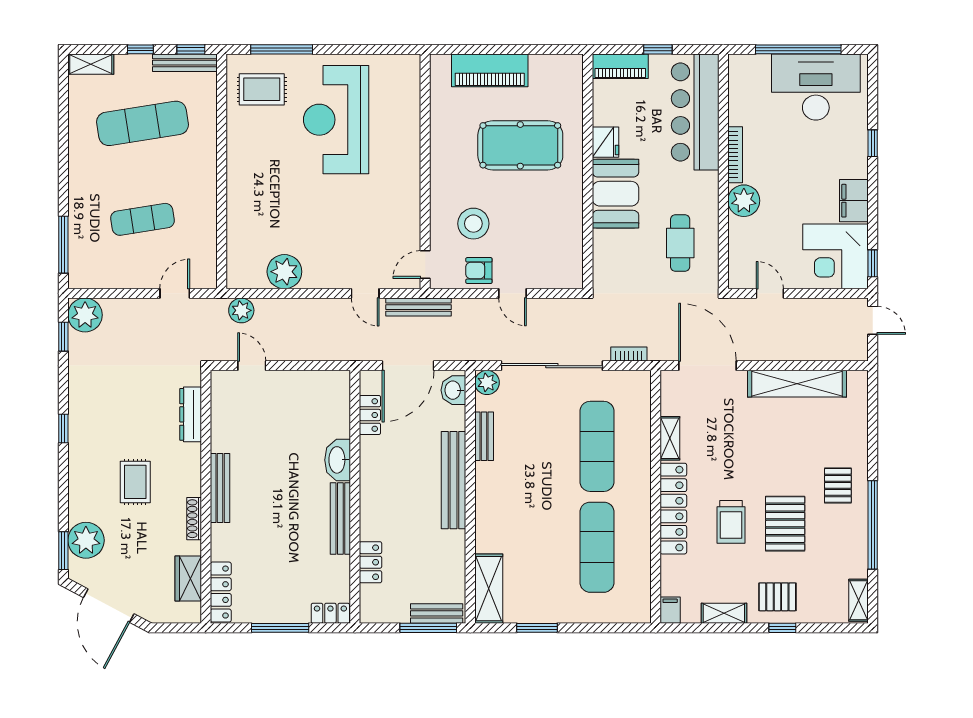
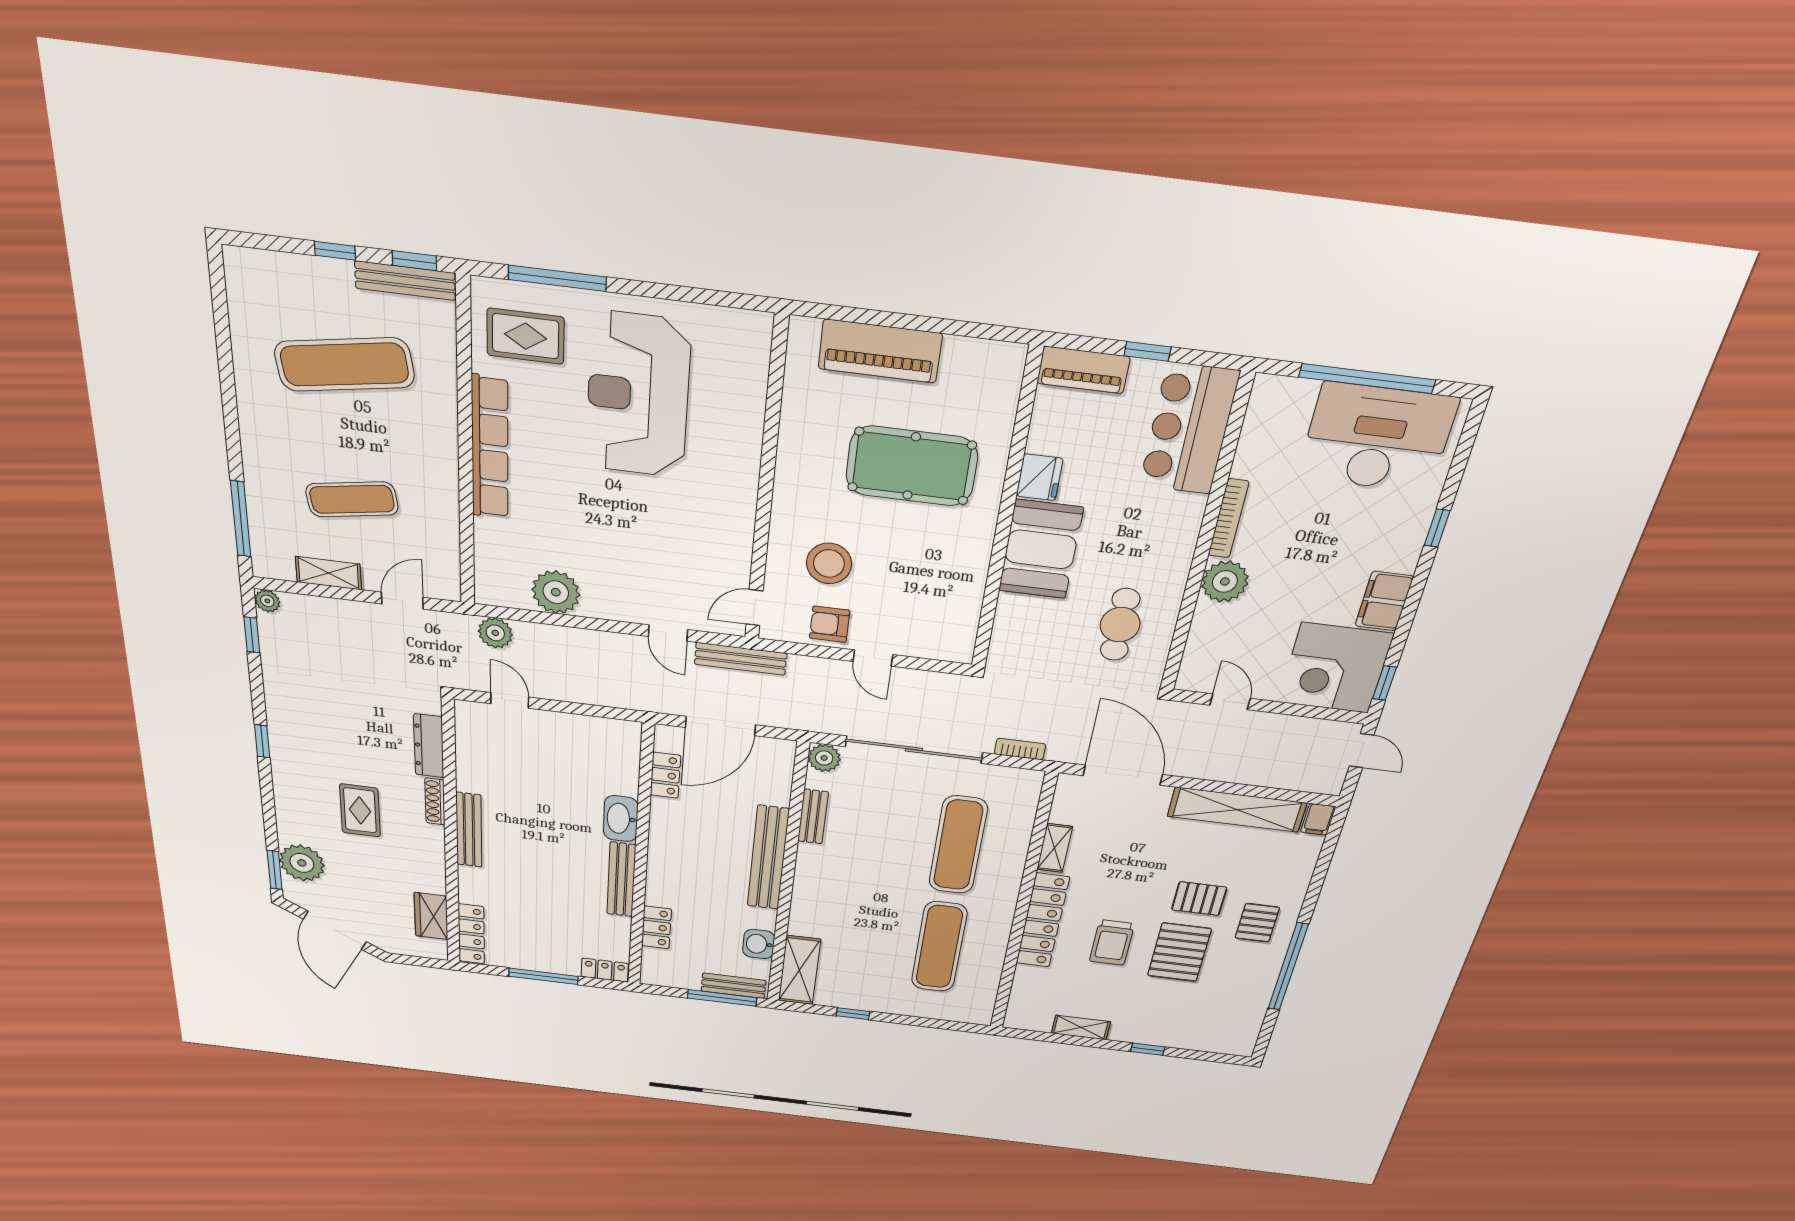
shelving: (91, 64) -> (328, 573), moved
bar counter: (695, 112) -> (1189, 429), width x0.73
row of seats: (238, 169) -> (490, 448), added
plant: (85, 315) -> (267, 601), width x0.53, depth x0.53
washbasin: (453, 390) -> (759, 944), moved
shoe rack: (194, 519) -> (435, 801), moved
pallet: (777, 597) -> (1199, 899), moved
shelving: (859, 600) -> (1247, 1035), removed
filing cabinet: (670, 610) -> (1318, 819), moved, turned 180
window: (537, 628) -> (853, 1014), width x0.67

